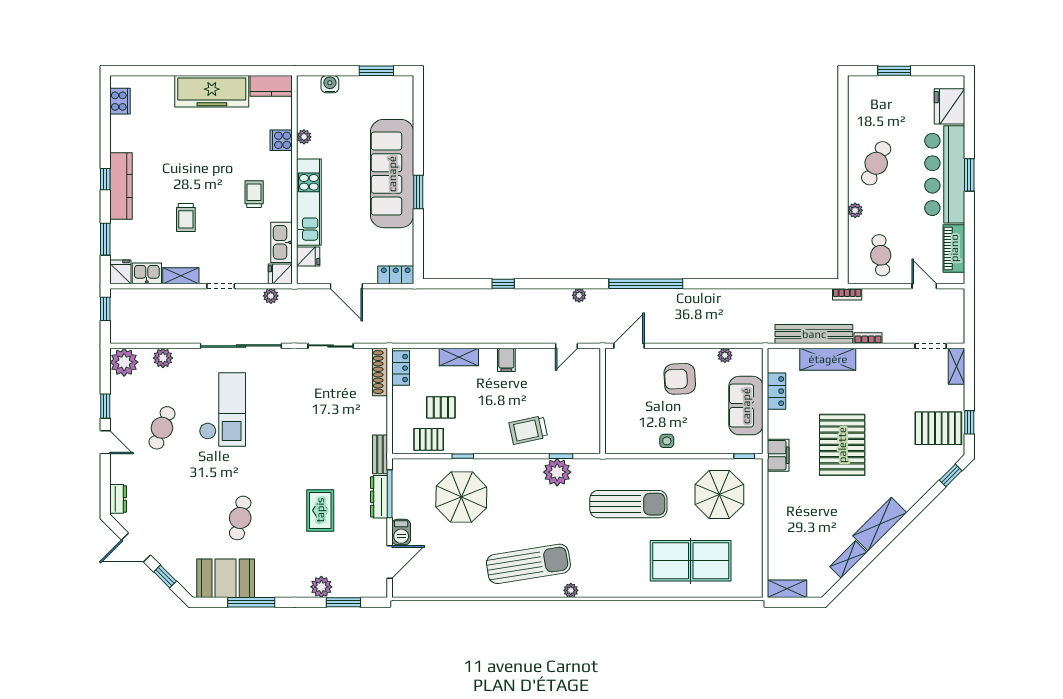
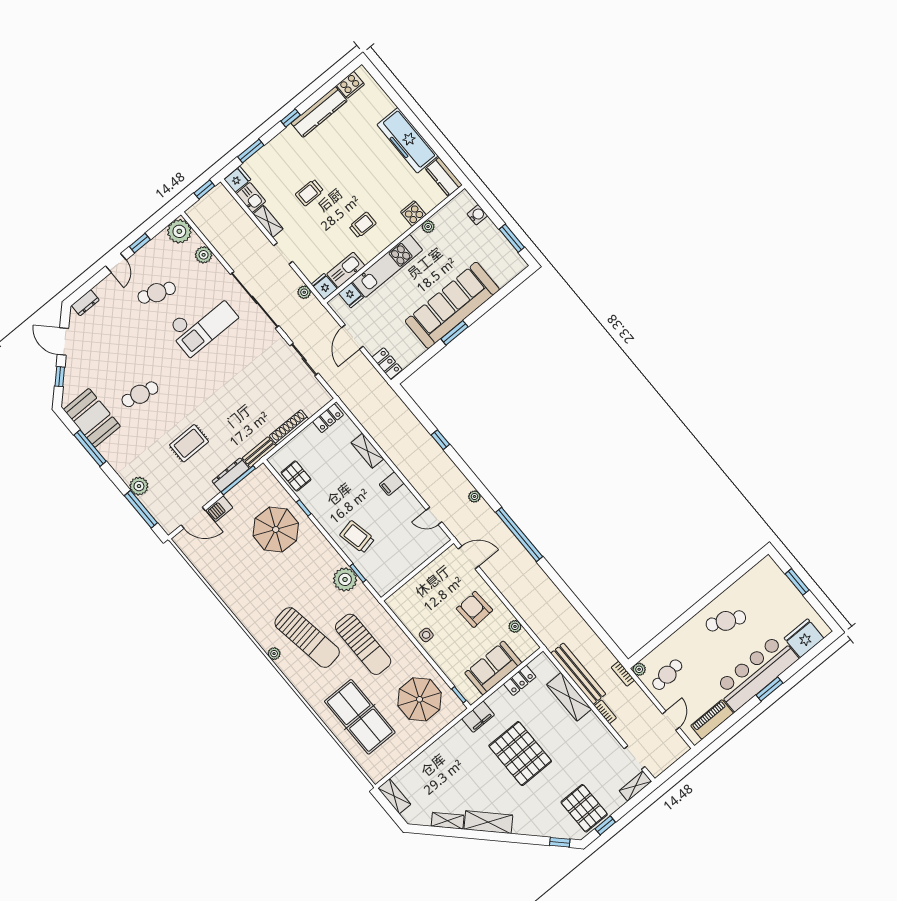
kitchen counter: (121, 186) -> (319, 112), moved
plant: (855, 210) -> (639, 669), moved
shoe rack: (380, 372) -> (289, 427), moved
pallet: (441, 407) -> (324, 467), removed
pallet: (842, 445) -> (520, 754), turned 90
sun lounger: (528, 564) -> (307, 638), moved
window: (343, 602) -> (141, 509), width x1.44

